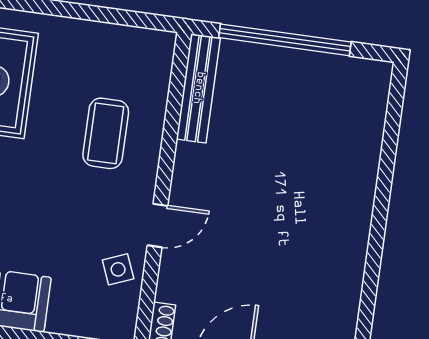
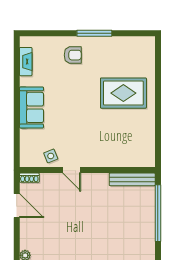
coffee table: (106, 133) -> (108, 143), removed

